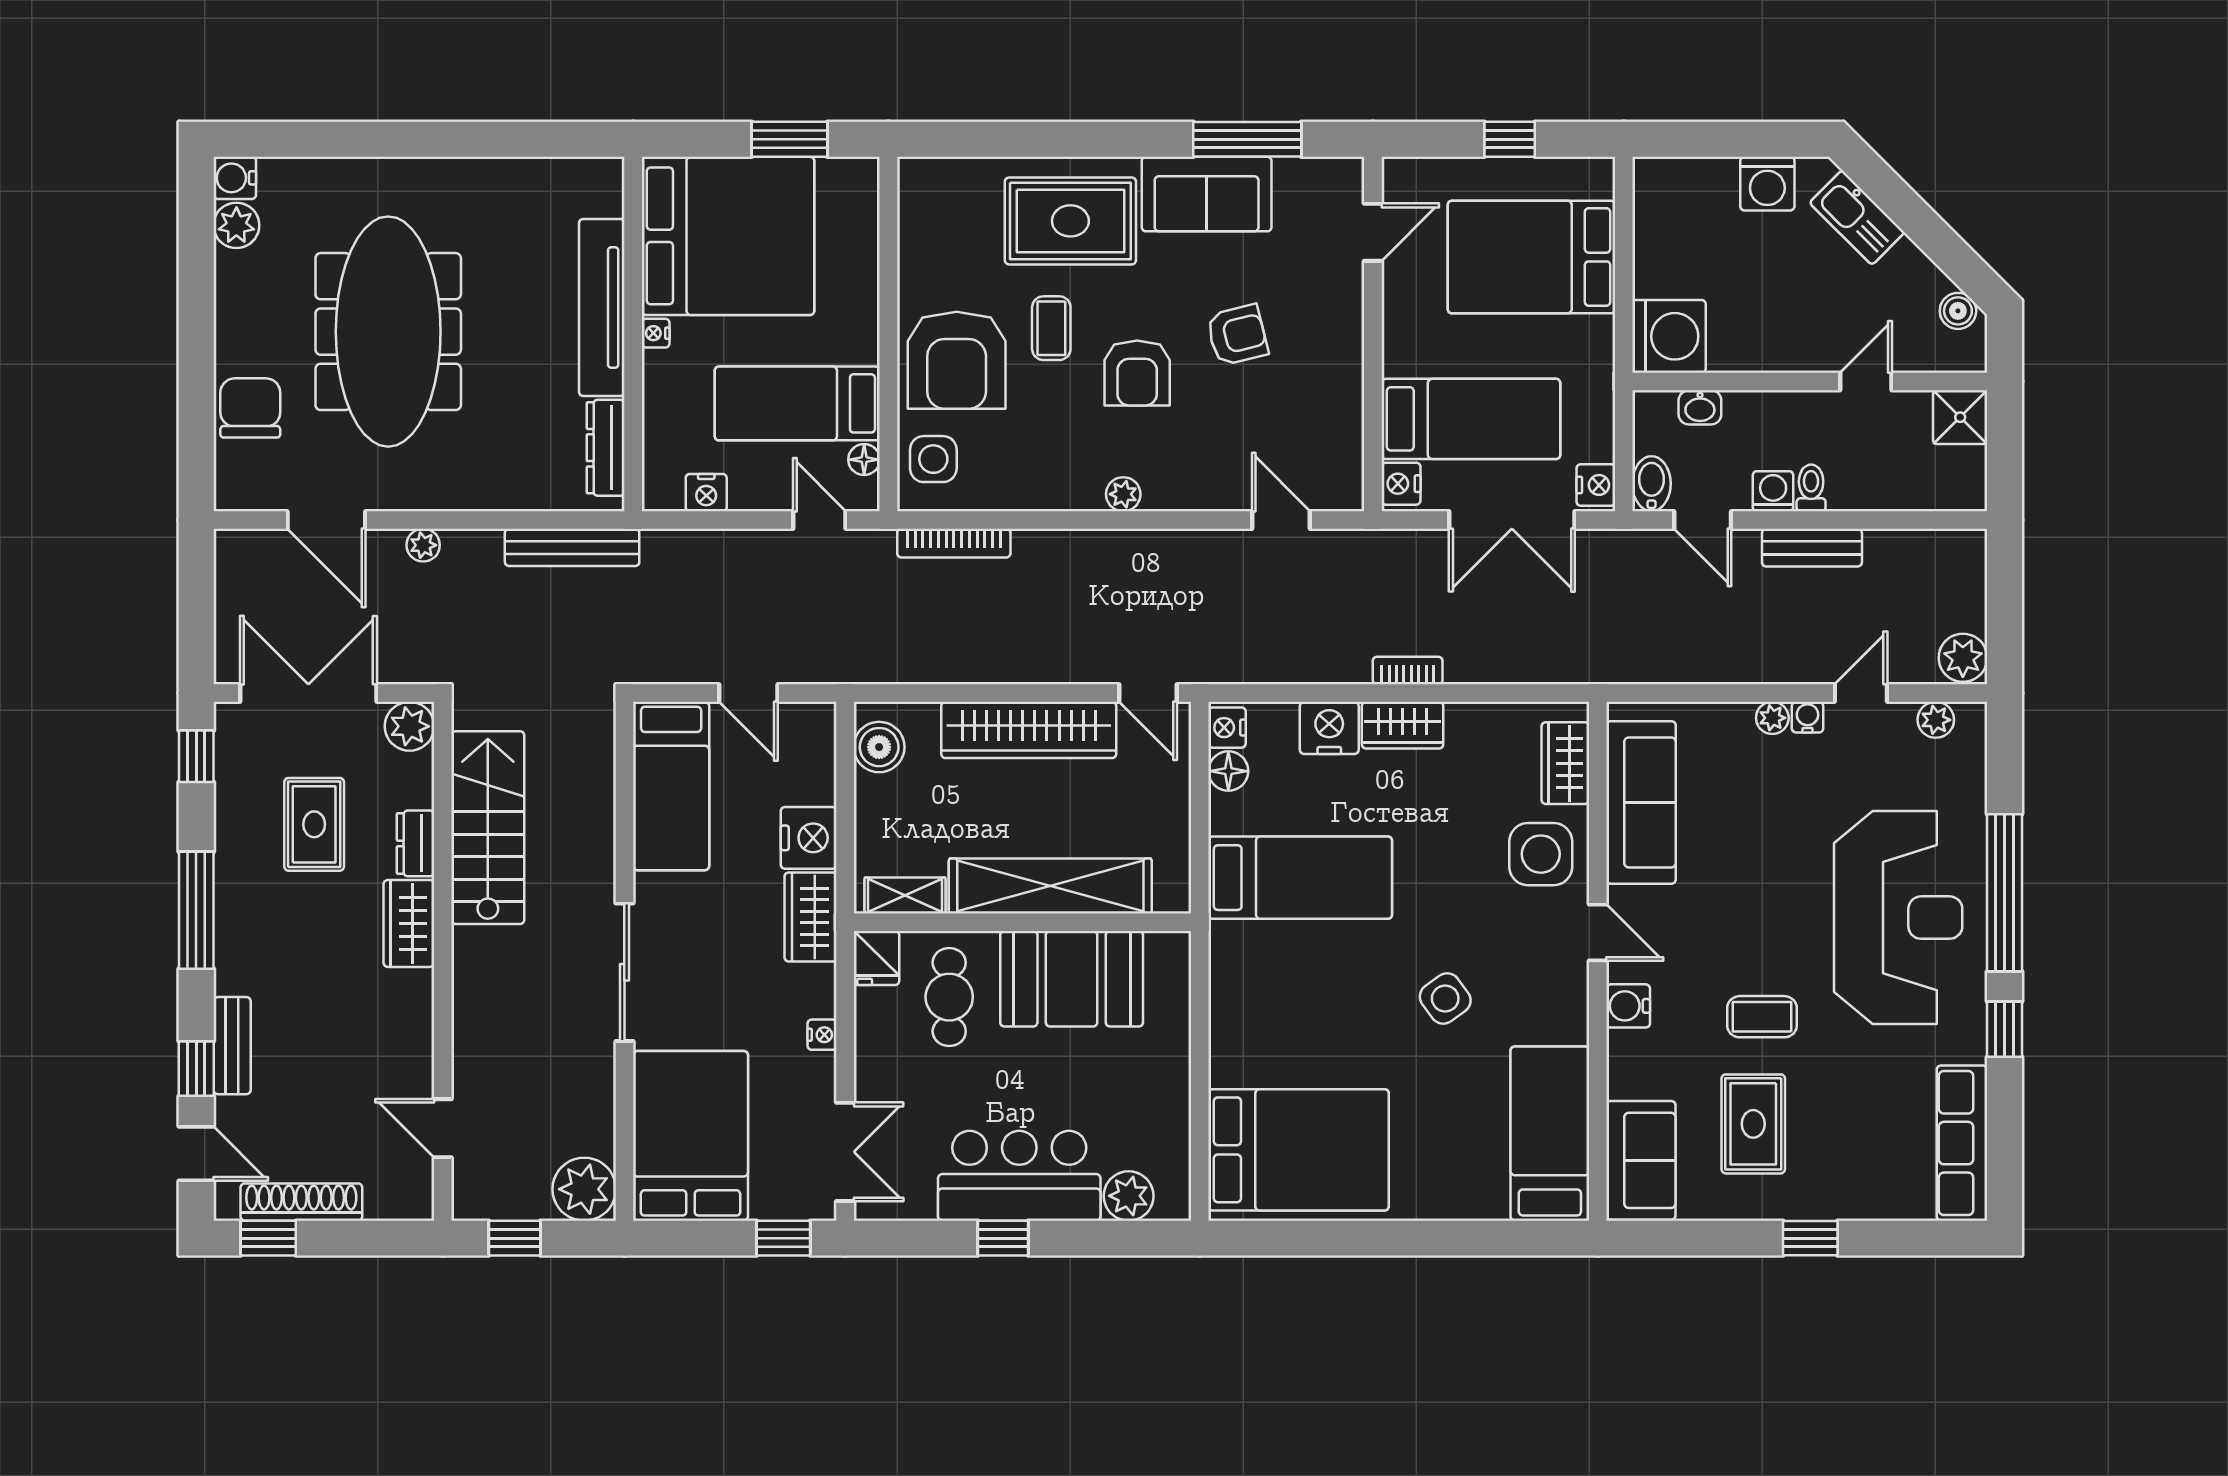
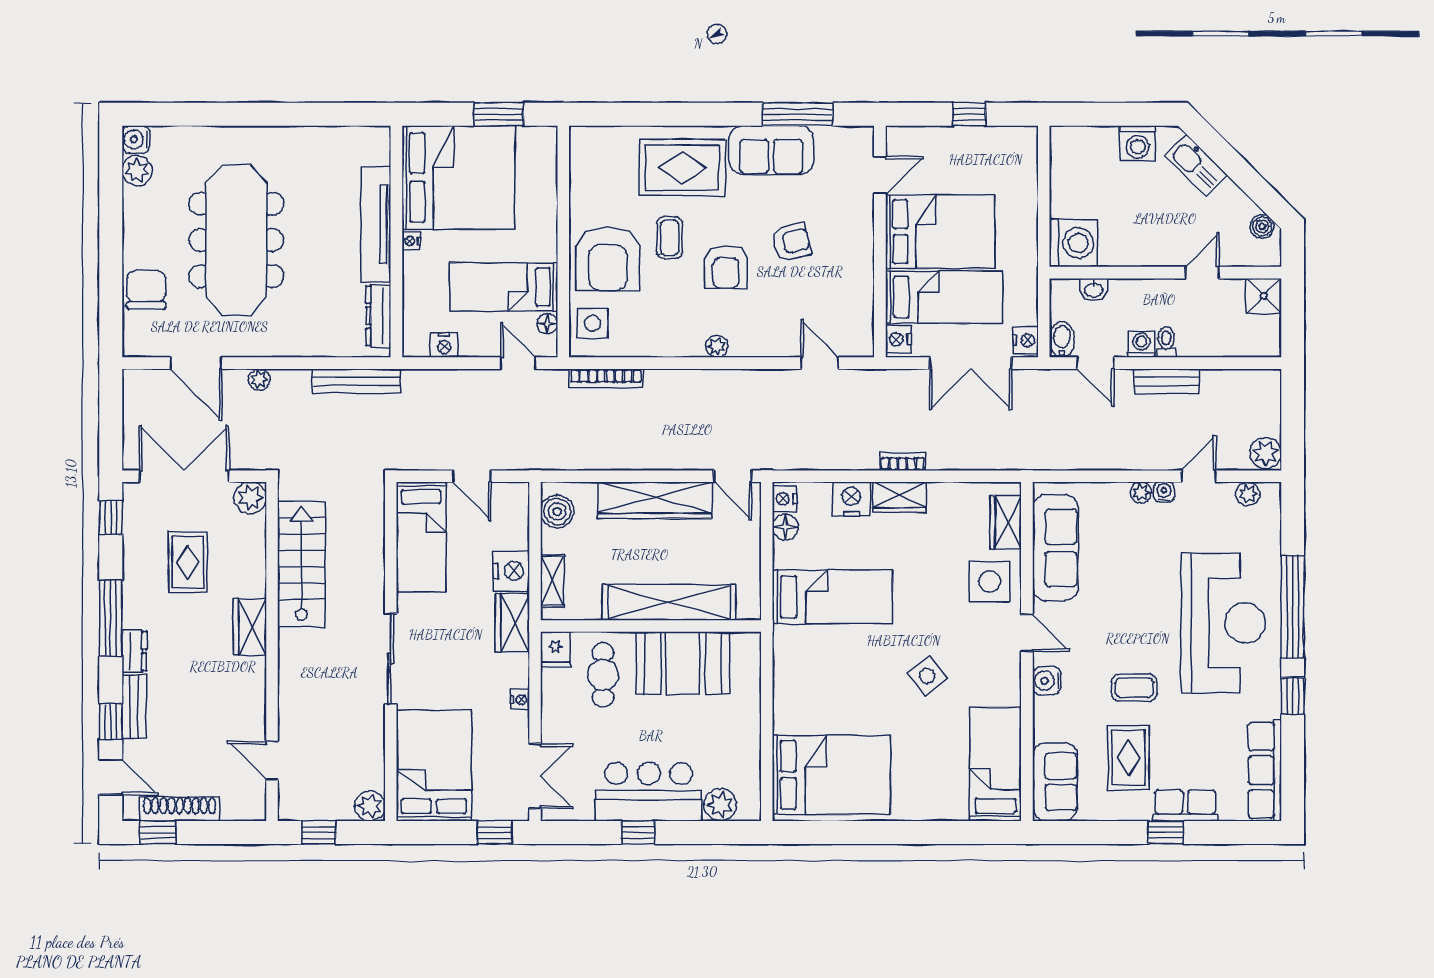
bed: (1531, 257) -> (940, 232), moved, turned 180
dresser: (416, 843) -> (134, 651), moved, turned 180
shelving: (905, 895) -> (552, 581), moved, turned 90
plant: (584, 1189) -> (370, 806), width x0.73, depth x0.73
row of seats: (1840, 1197) -> (1185, 805), added

